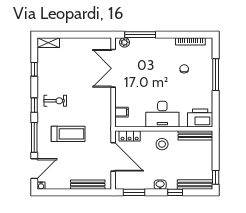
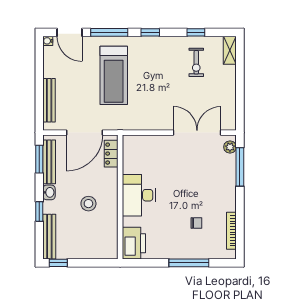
exercise bike: (55, 101) -> (196, 62), moved
filing cabinet: (122, 112) -> (141, 143), removed
treadmill: (68, 134) -> (114, 75), width x1.37, depth x1.38
bench: (195, 135) -> (49, 162), moved
stool: (162, 144) -> (88, 204), moved

